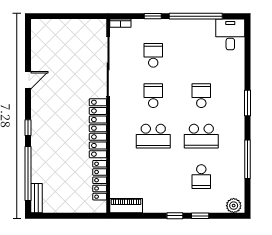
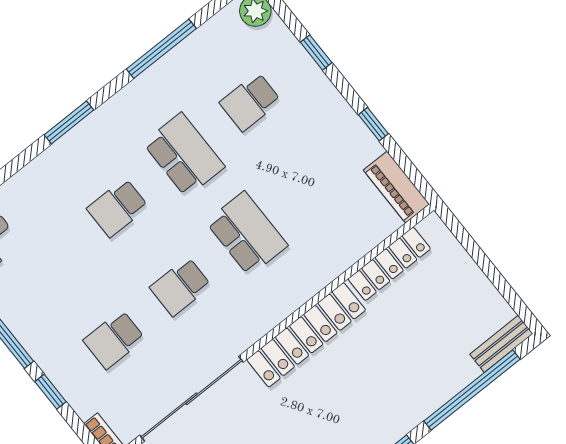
school desk: (201, 177) -> (250, 102), turned 180
window: (175, 216) -> (373, 124), moved

